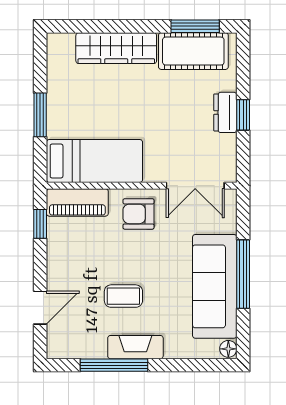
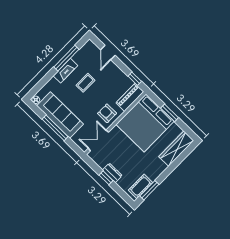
wardrobe: (116, 48) -> (176, 149), moved
cot: (193, 51) -> (141, 186), width x0.73, depth x0.75
bed: (94, 161) -> (145, 123), width x2.04
armchair: (138, 214) -> (107, 113), turned -90

